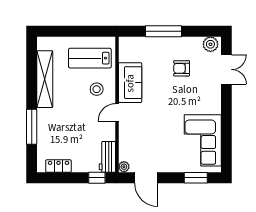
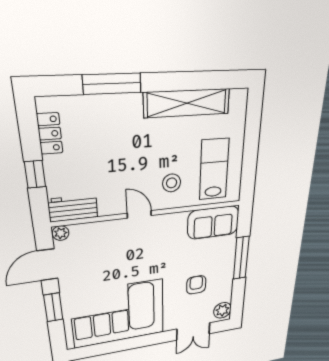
sofa: (130, 83) -> (213, 223), moved
corner sofa: (203, 140) -> (118, 314), width x1.36, depth x1.36
window: (97, 178) -> (35, 174), moved
window: (196, 178) -> (53, 307), moved

